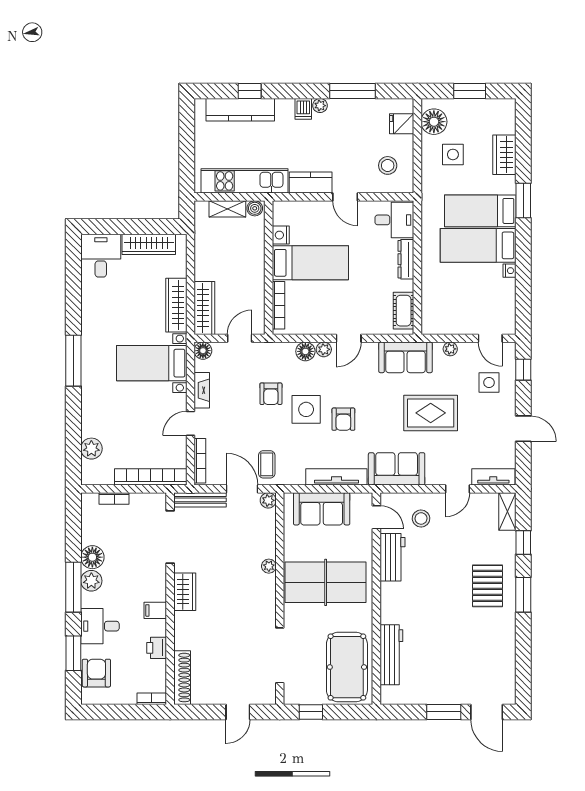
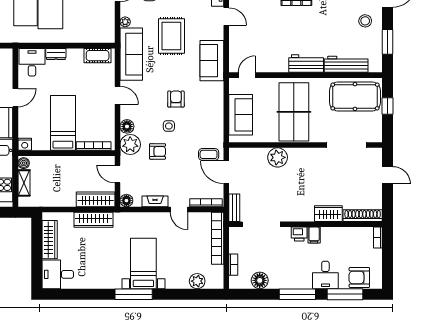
nightstand: (281, 235) -> (25, 144), moved
dresser: (406, 259) -> (56, 54), width x0.70
plant: (324, 349) -> (130, 144), moved, width x1.88, depth x1.88
sofa: (406, 357) -> (131, 54), width x1.36
bed with nightstands: (152, 363) -> (143, 263), moved, turned 180
side table: (306, 409) -> (169, 126), width x0.54, depth x0.54
armchair: (343, 419) -> (176, 99), turned -90
tv unit: (336, 477) -> (218, 104), removed
door: (242, 489) -> (226, 172), hinge flipped
bench: (200, 500) -> (234, 208), width x0.73
plant: (268, 500) -> (235, 153), removed
stool: (421, 518) -> (365, 21), moved
floor lamp: (92, 557) -> (260, 280), moved
workbench: (392, 557) -> (306, 64), moved
plant: (269, 566) -> (278, 157), width x1.88, depth x1.88
plant: (91, 581) -> (293, 281), removed
wardrobe: (185, 592) -> (328, 214), moved
printer: (157, 648) -> (299, 234), moved
window: (73, 653) -> (345, 294), width x1.44
window: (311, 712) -> (387, 106), moved
window: (444, 712) -> (387, 42), moved

